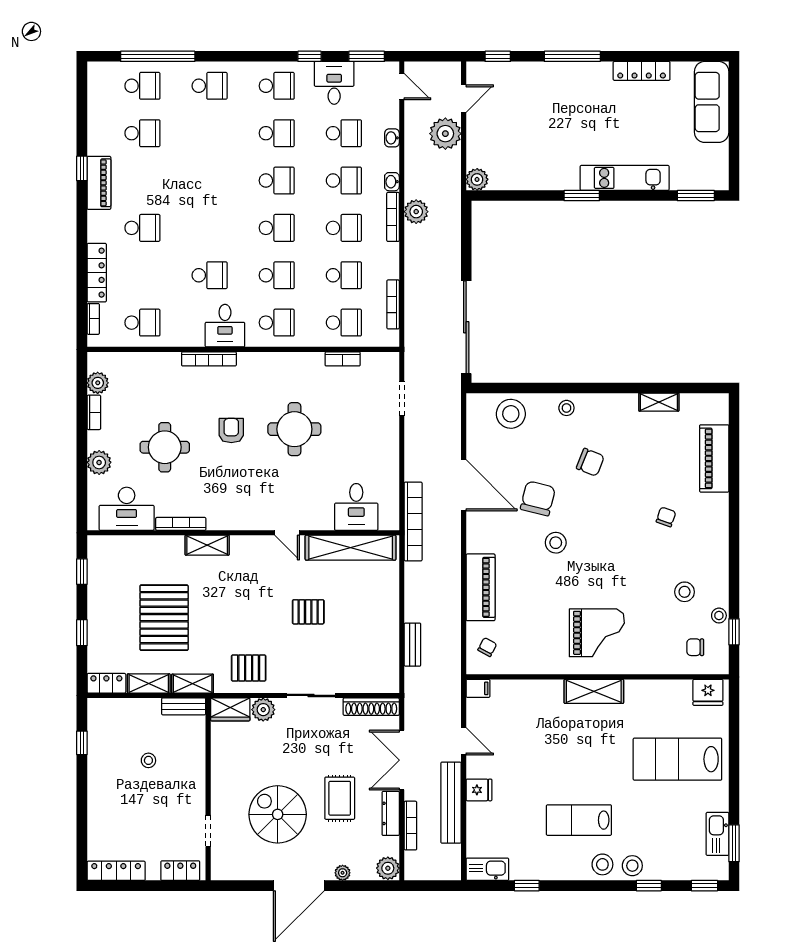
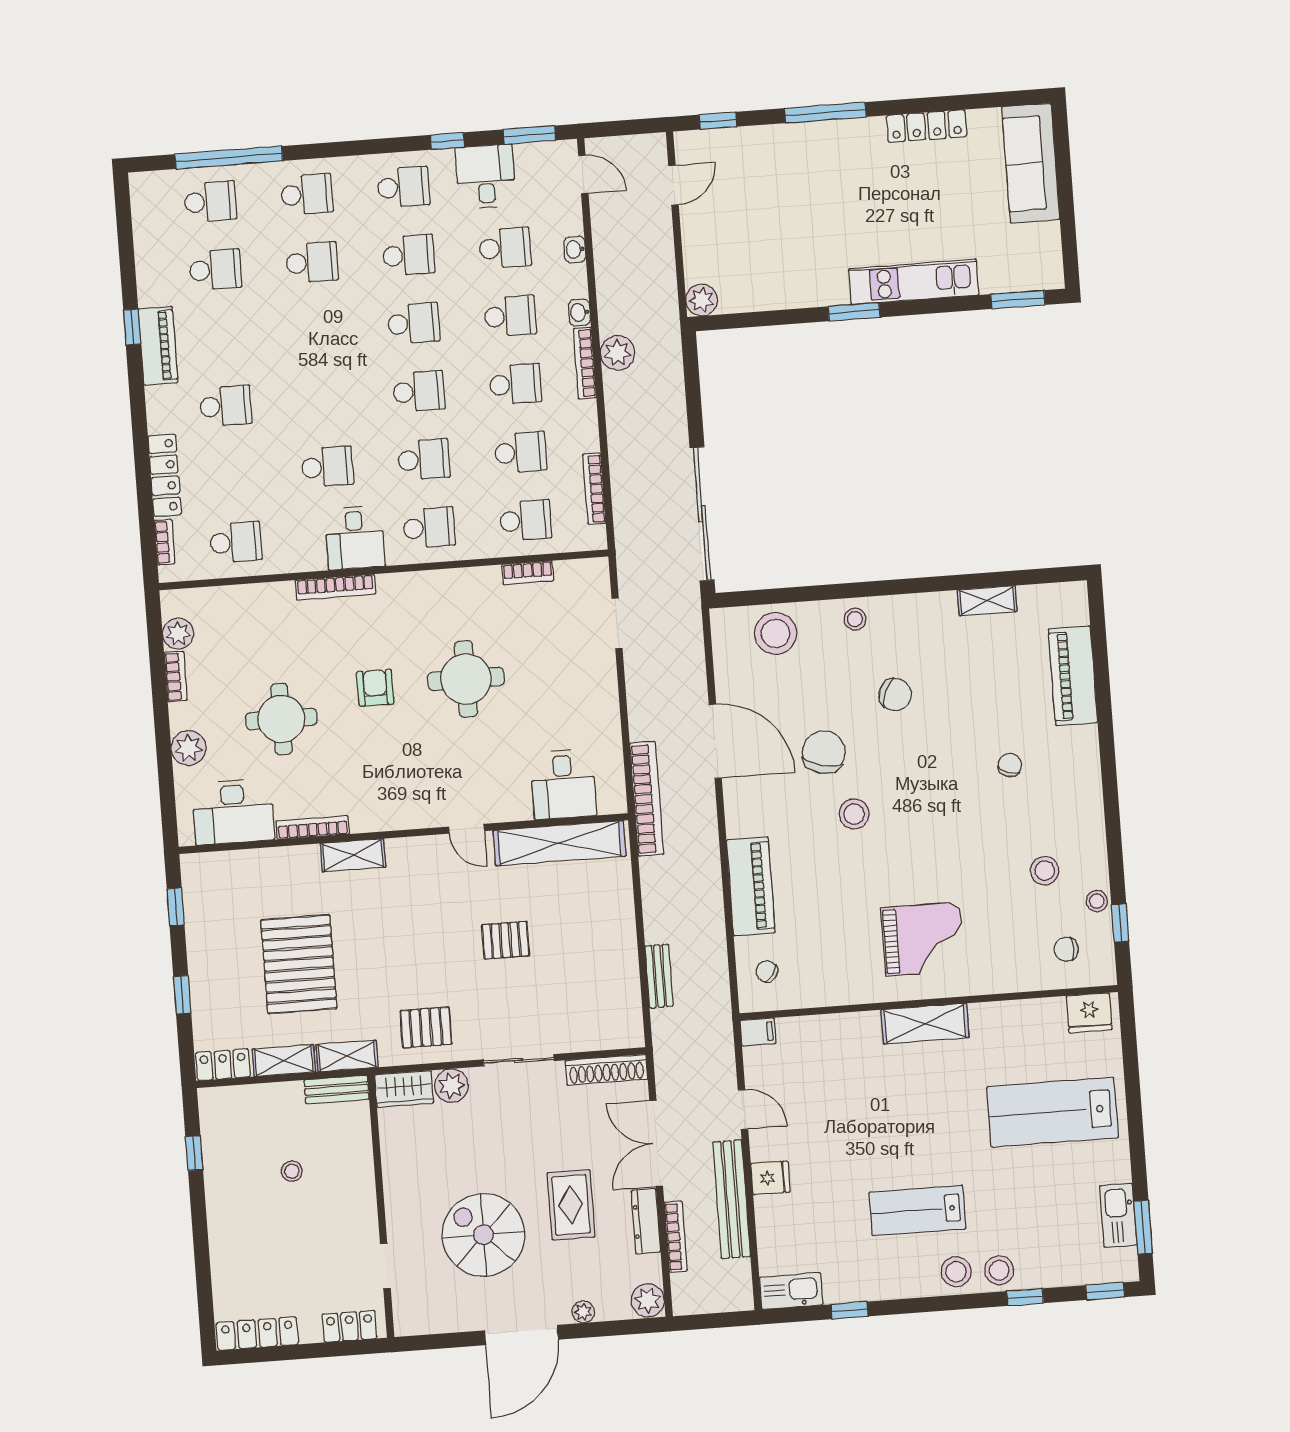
school desk: (210, 133) -> (312, 262), added
plant: (445, 134) -> (651, 238), removed
chair: (487, 647) -> (767, 971), turned -82

